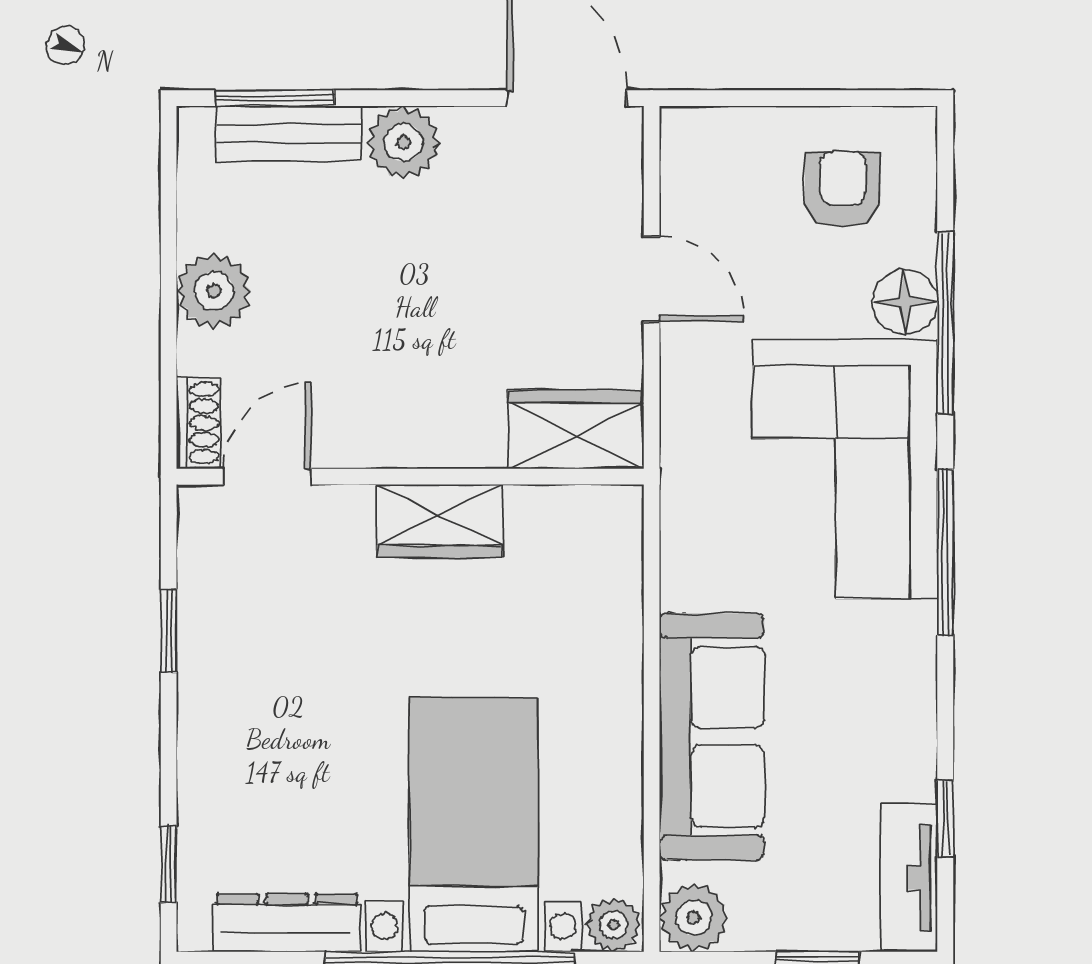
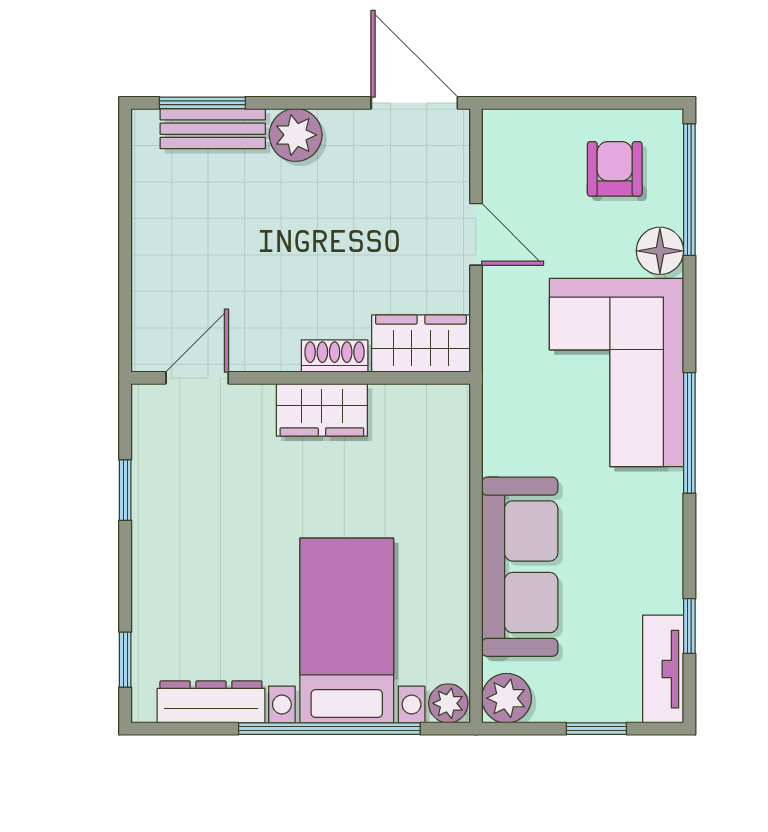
plant: (214, 291) -> (158, 243), removed
window: (945, 323) -> (689, 190), moved
shoe rack: (199, 423) -> (335, 356), moved, turned -90

